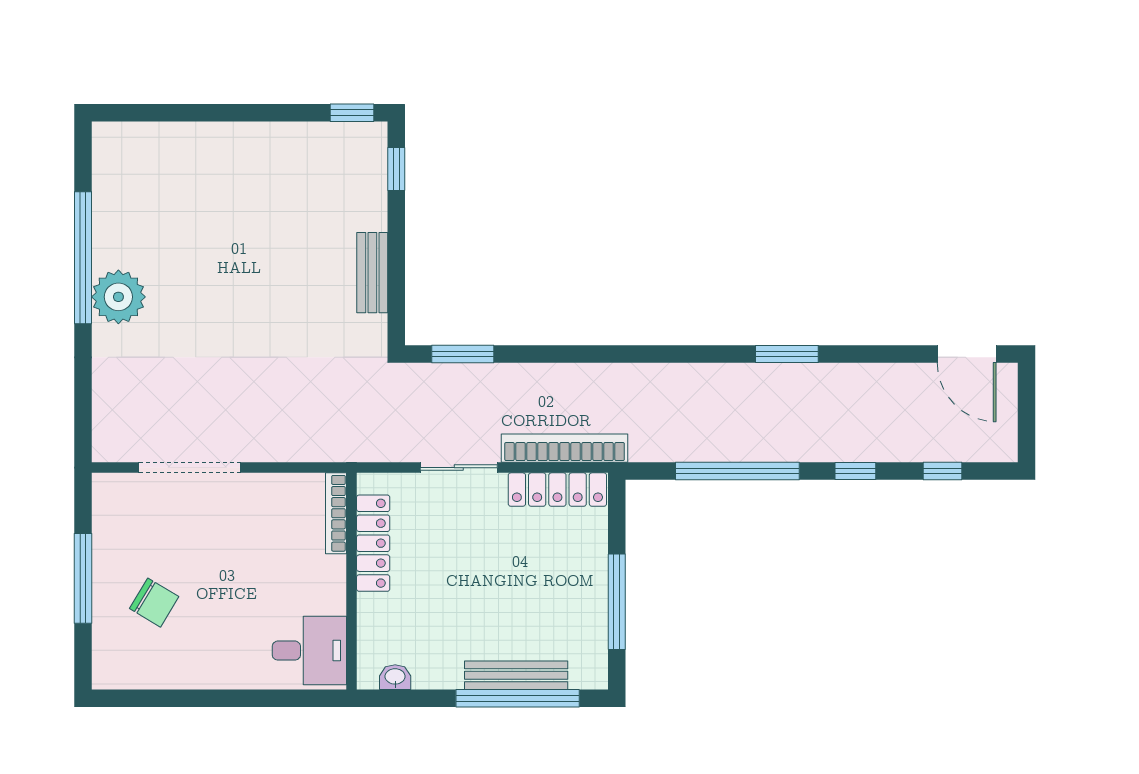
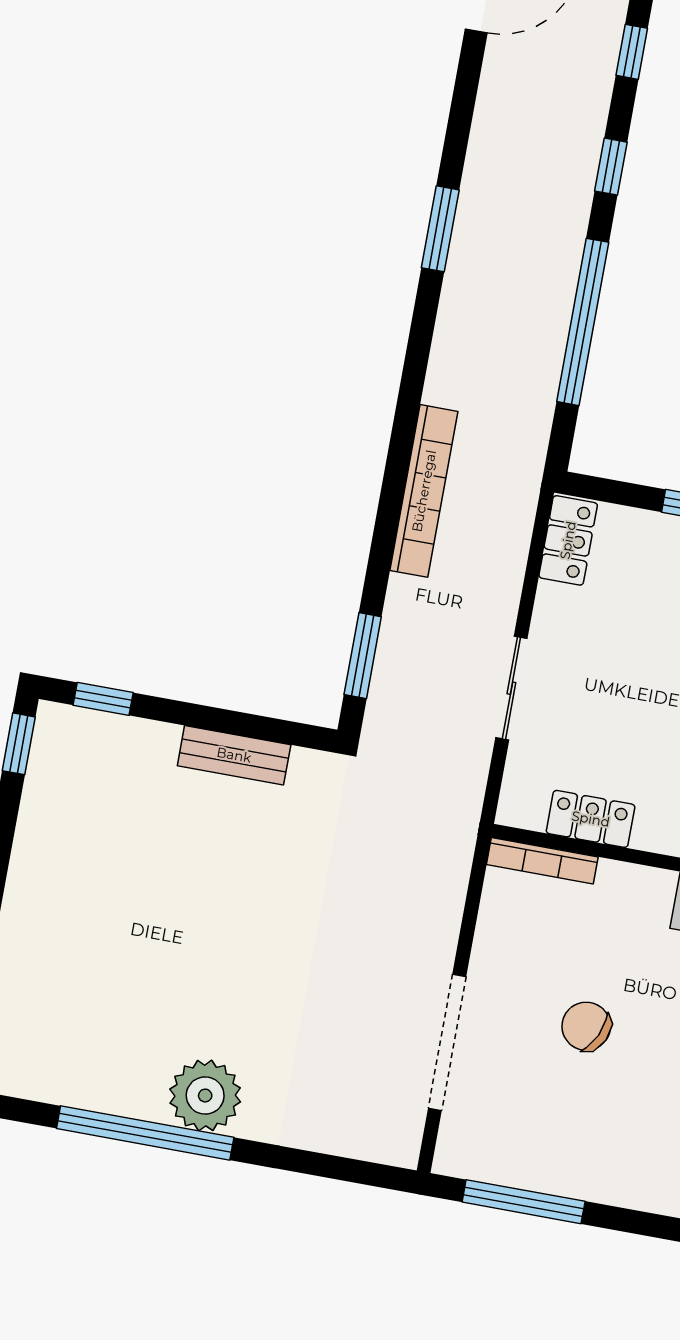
bookcase: (565, 448) -> (424, 491), moved, turned 180
locker: (557, 490) -> (568, 540), width x0.66
locker: (373, 543) -> (591, 819), width x0.66
window: (83, 578) -> (524, 1202), moved
chair: (154, 603) -> (586, 1026), moved, turned -96

